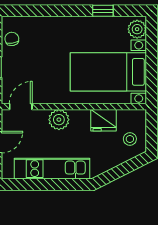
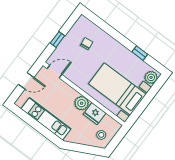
chair: (12, 39) -> (87, 44), moved
plant: (59, 120) -> (82, 103), moved

